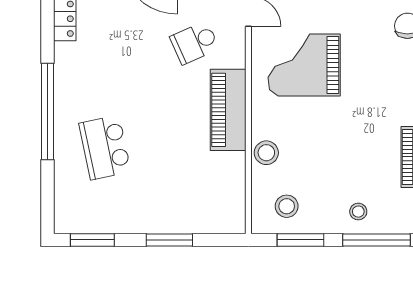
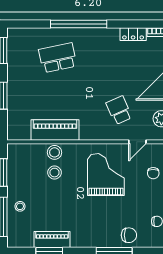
piano: (228, 110) -> (55, 130), moved
stool: (287, 206) -> (54, 173), moved

